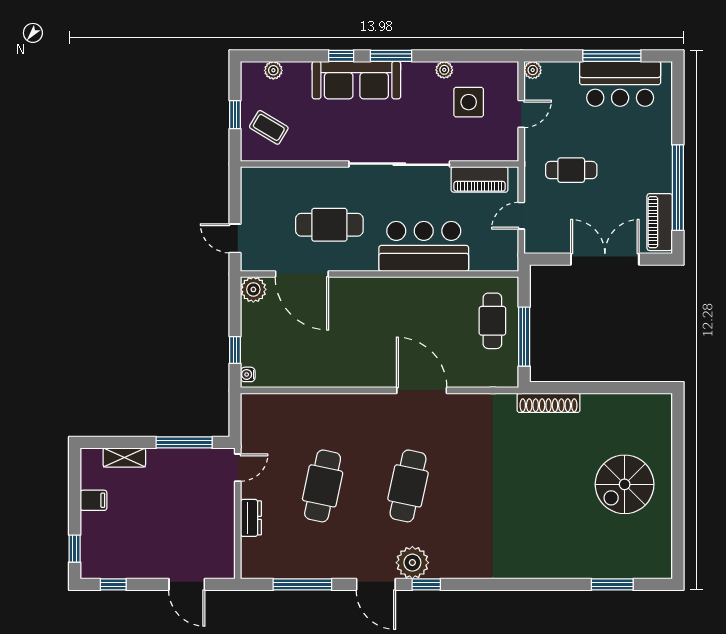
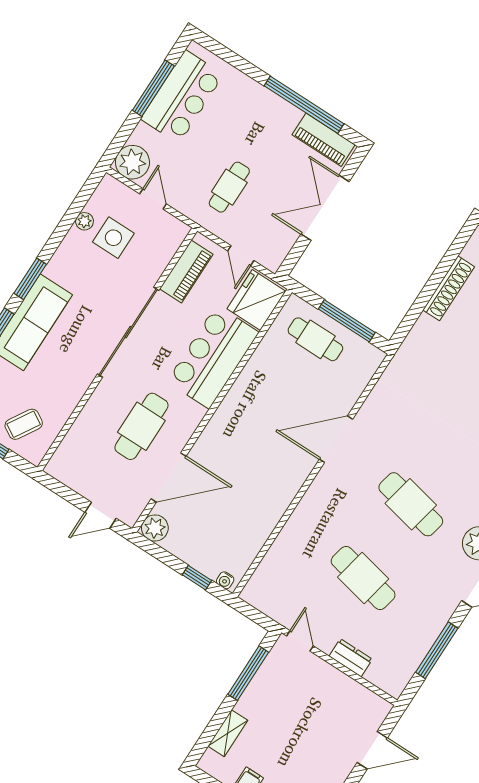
plant: (444, 70) -> (84, 221), moved
plant: (533, 70) -> (132, 162), width x1.88, depth x1.88
fridge: (493, 252) -> (256, 300), added
shoe rack: (549, 403) -> (449, 288), moved

